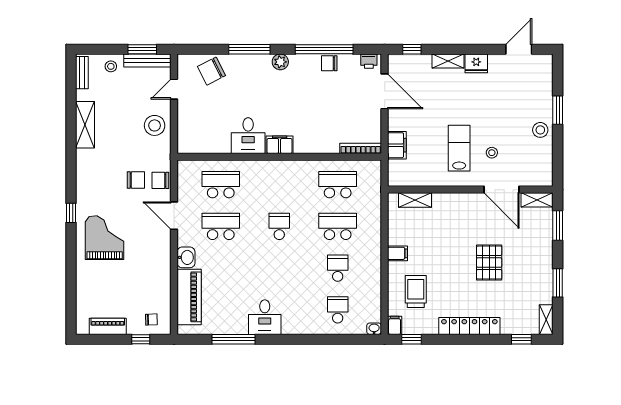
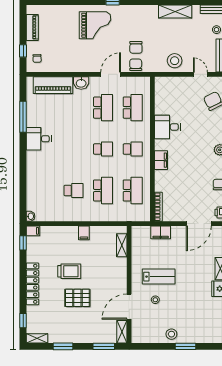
filing cabinet: (280, 145) -> (161, 160), moved
trolley: (416, 291) -> (69, 271), moved
school desk: (338, 310) -> (133, 149), moved

